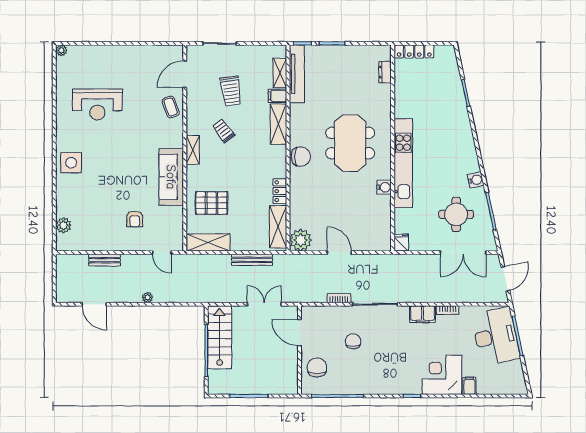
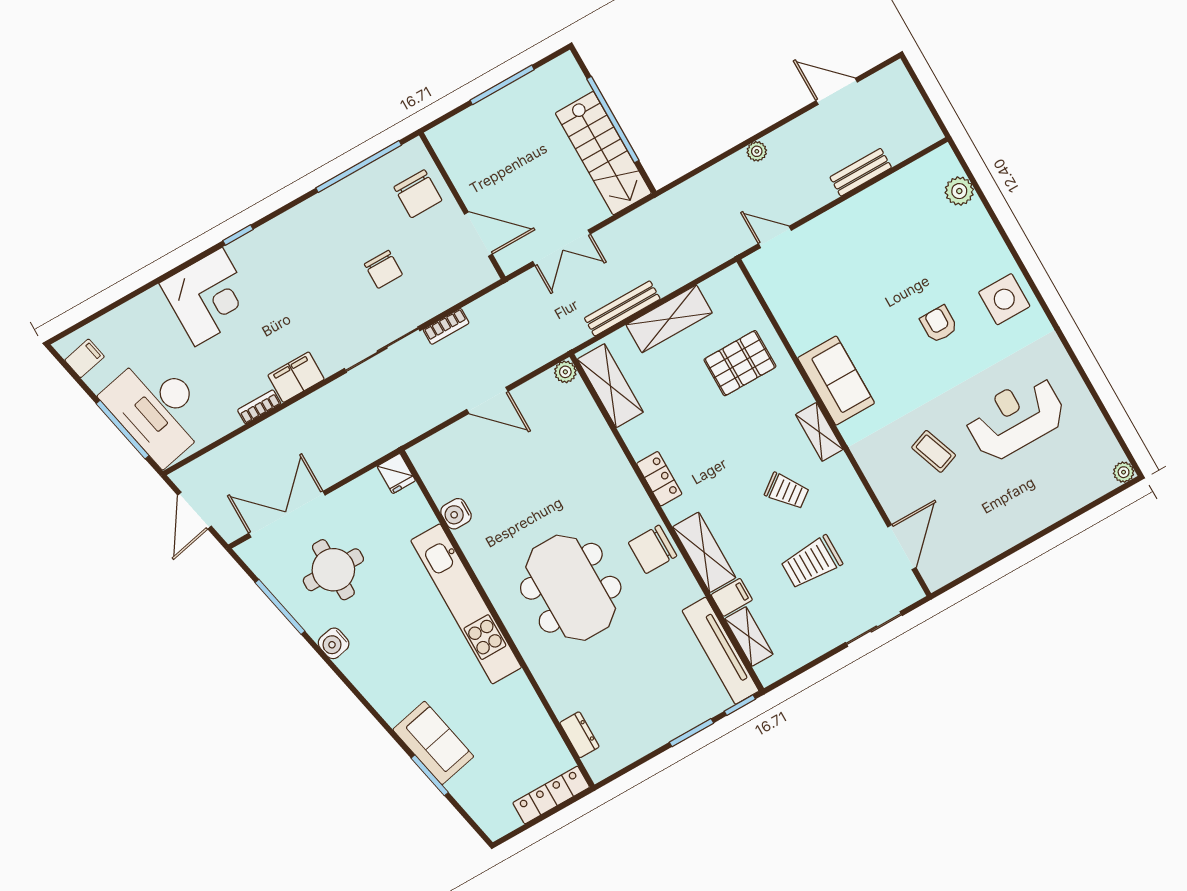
trolley: (231, 91) -> (812, 562), turned -82
coffee table: (171, 107) -> (934, 451), moved
sofa: (455, 107) -> (433, 743), added
chair: (301, 157) -> (653, 549), moved
sofa: (171, 177) -> (836, 381), width x0.73
water cooler: (384, 187) -> (456, 514), moved
locker: (280, 191) -> (659, 479), moved
armchair: (135, 219) -> (939, 324), moved
plant: (301, 240) -> (565, 372), width x0.53, depth x0.53
shelving: (208, 242) -> (669, 319), moved
filing cabinet: (469, 386) -> (85, 358), moved, turned -102

